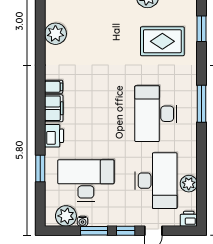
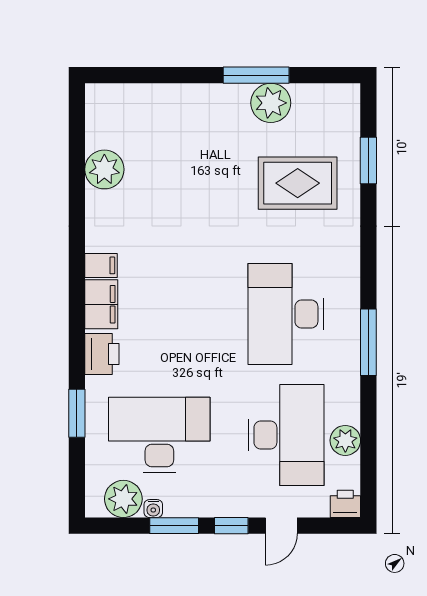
window: (202, 104) -> (368, 342), moved

